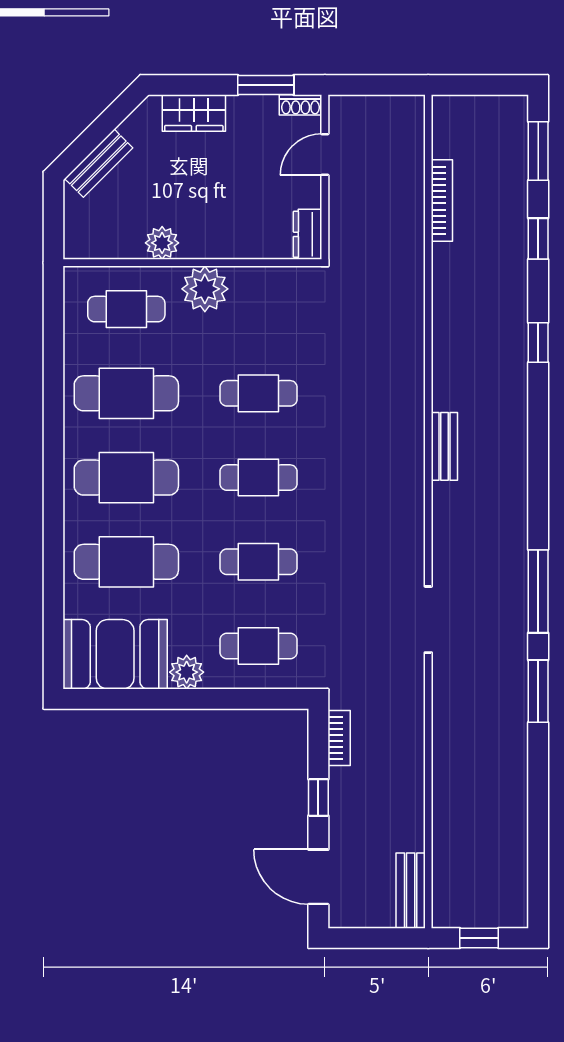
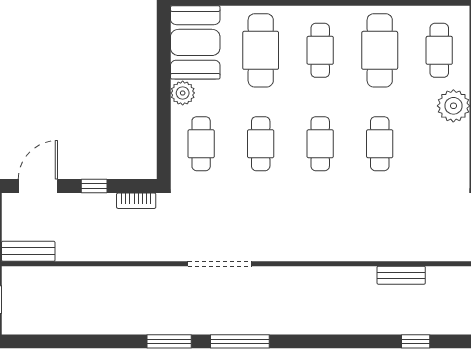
bench: (444, 446) -> (401, 275), moved
cafe table: (126, 478) -> (320, 50), width x0.73, depth x0.74
doorway: (428, 620) -> (220, 264), width x1.36

